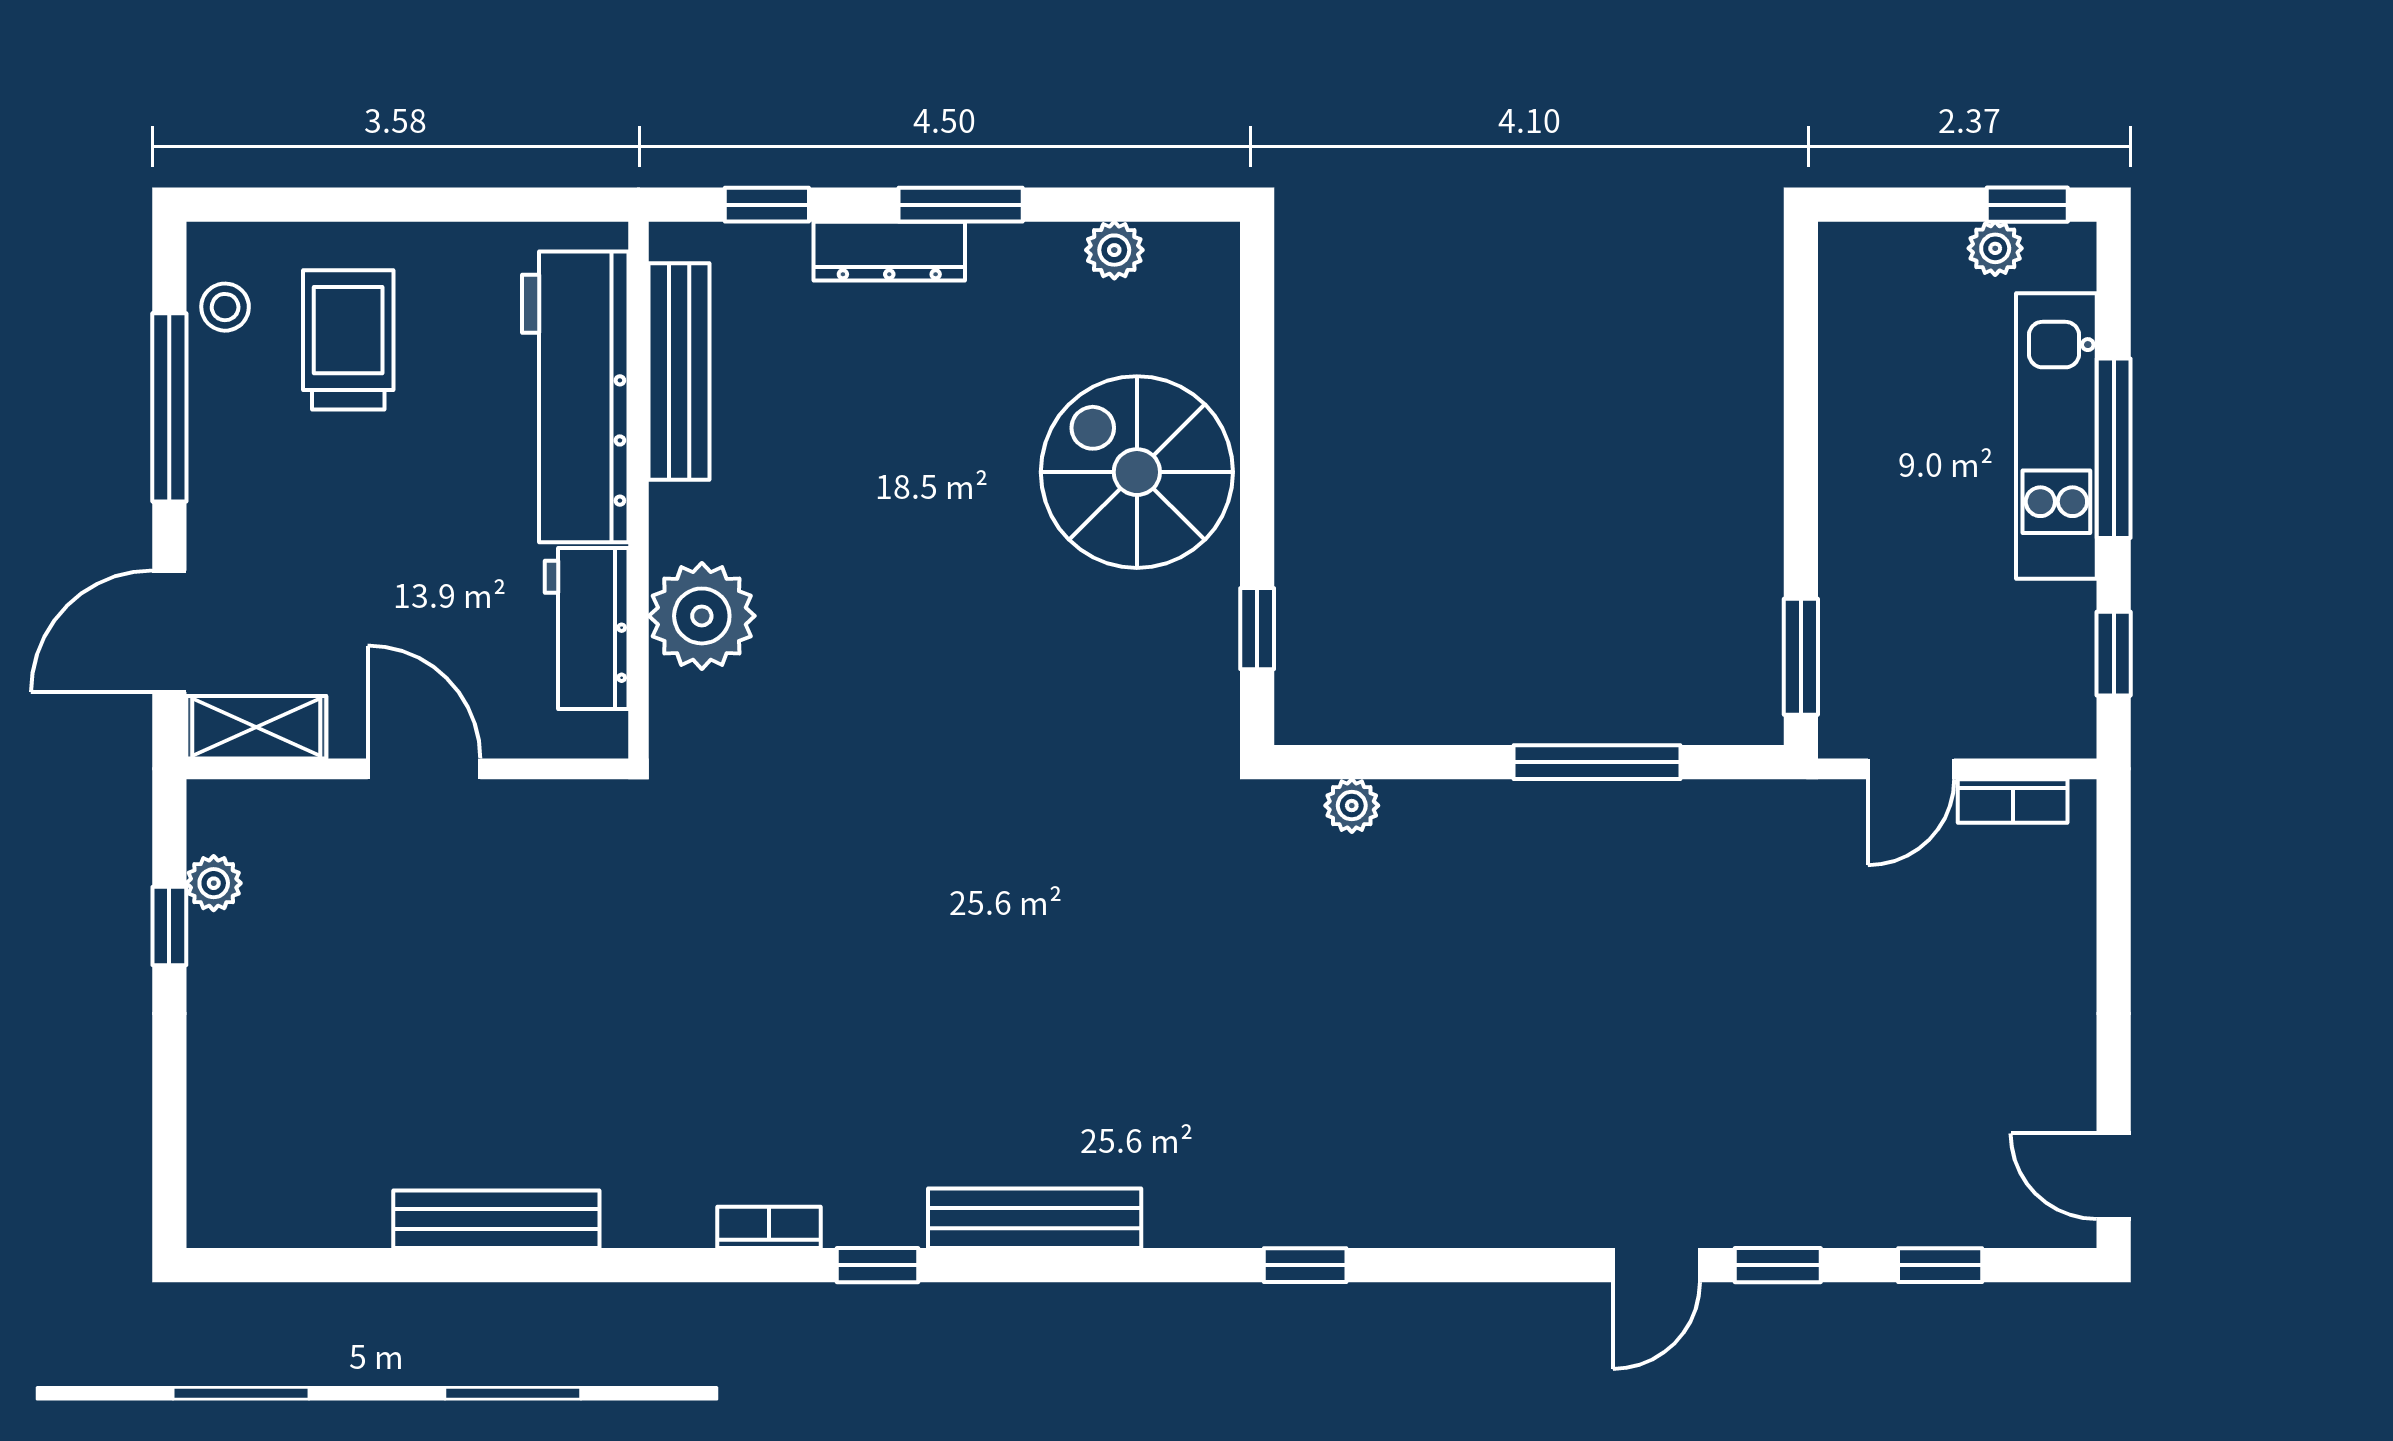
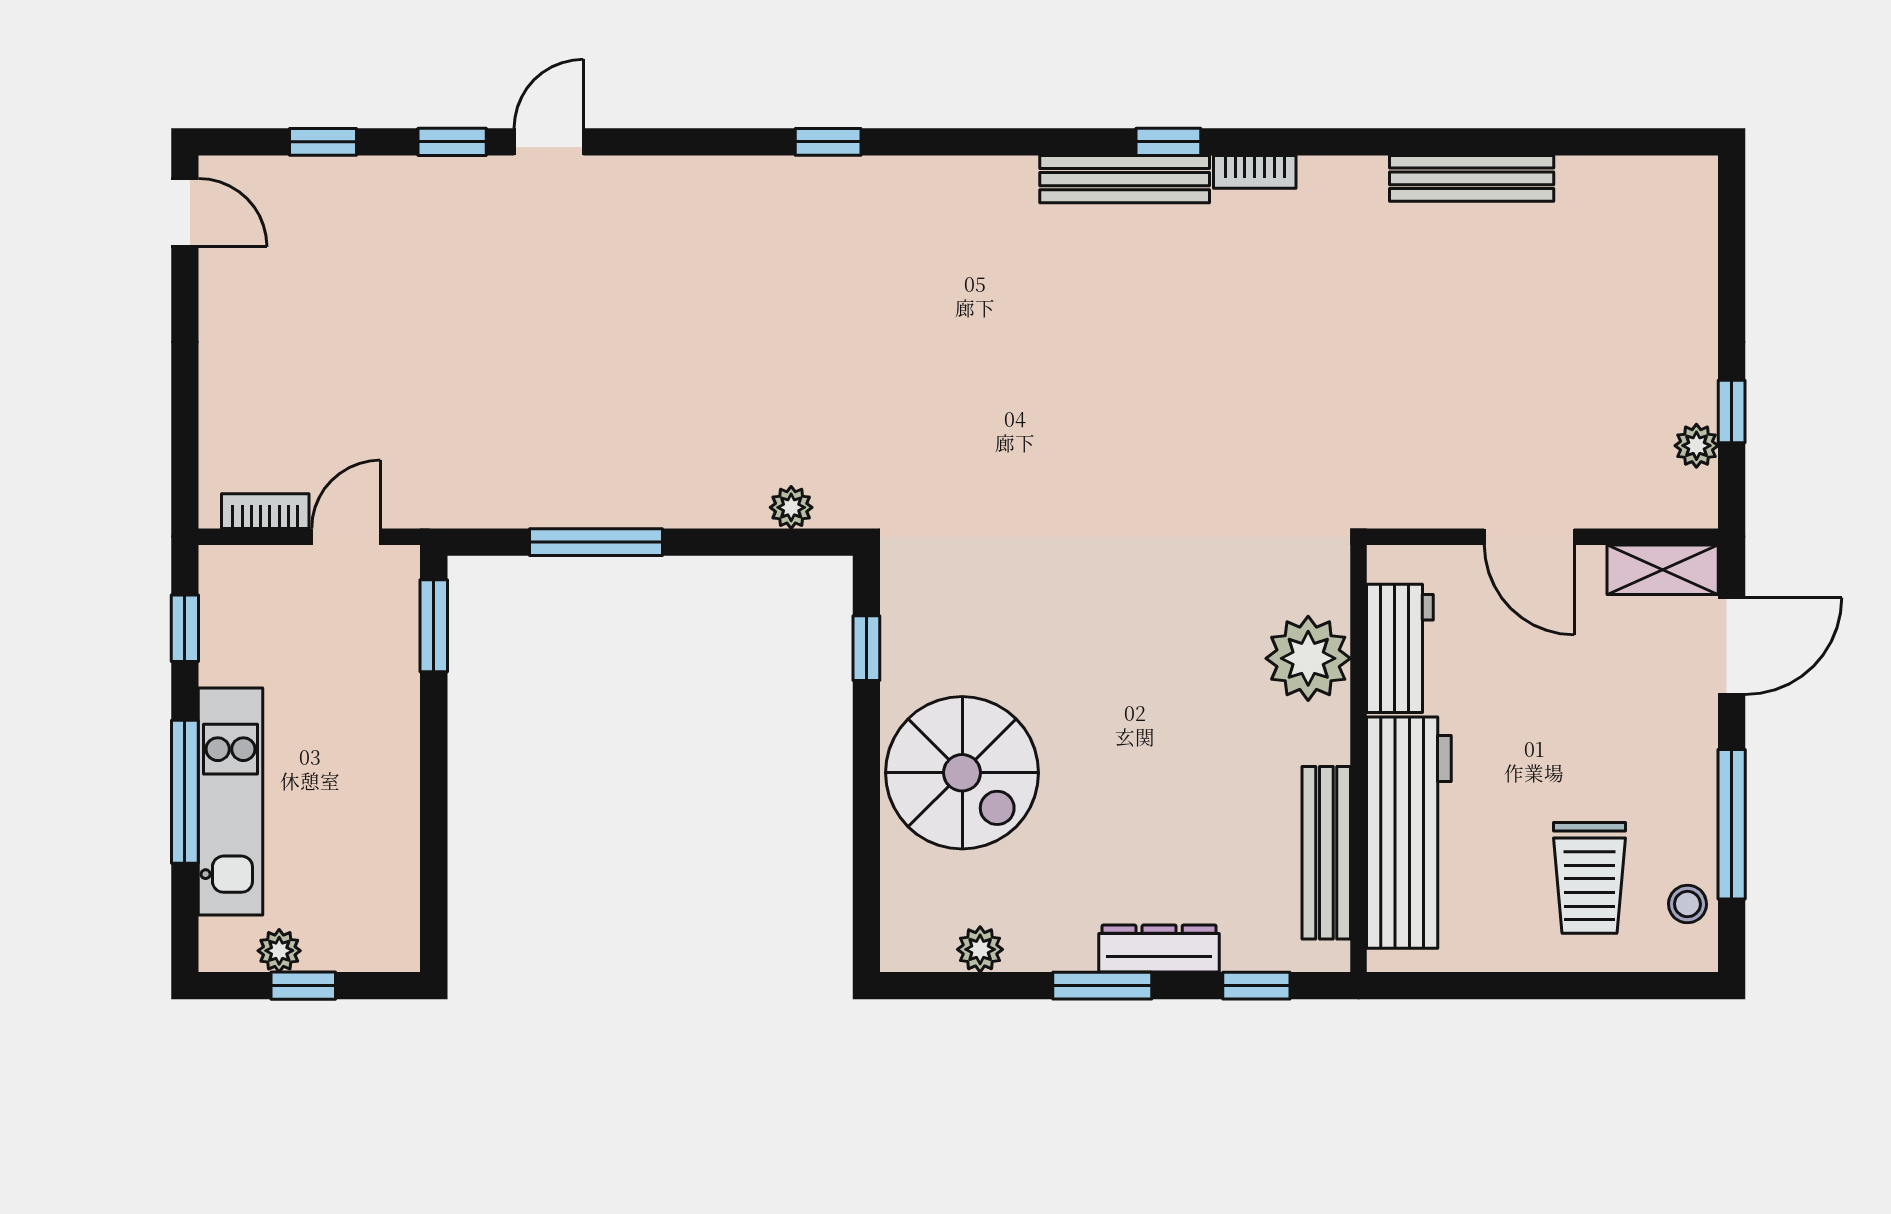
window: (2027, 205) -> (303, 986), moved
bench: (1035, 1218) -> (1125, 179), moved

